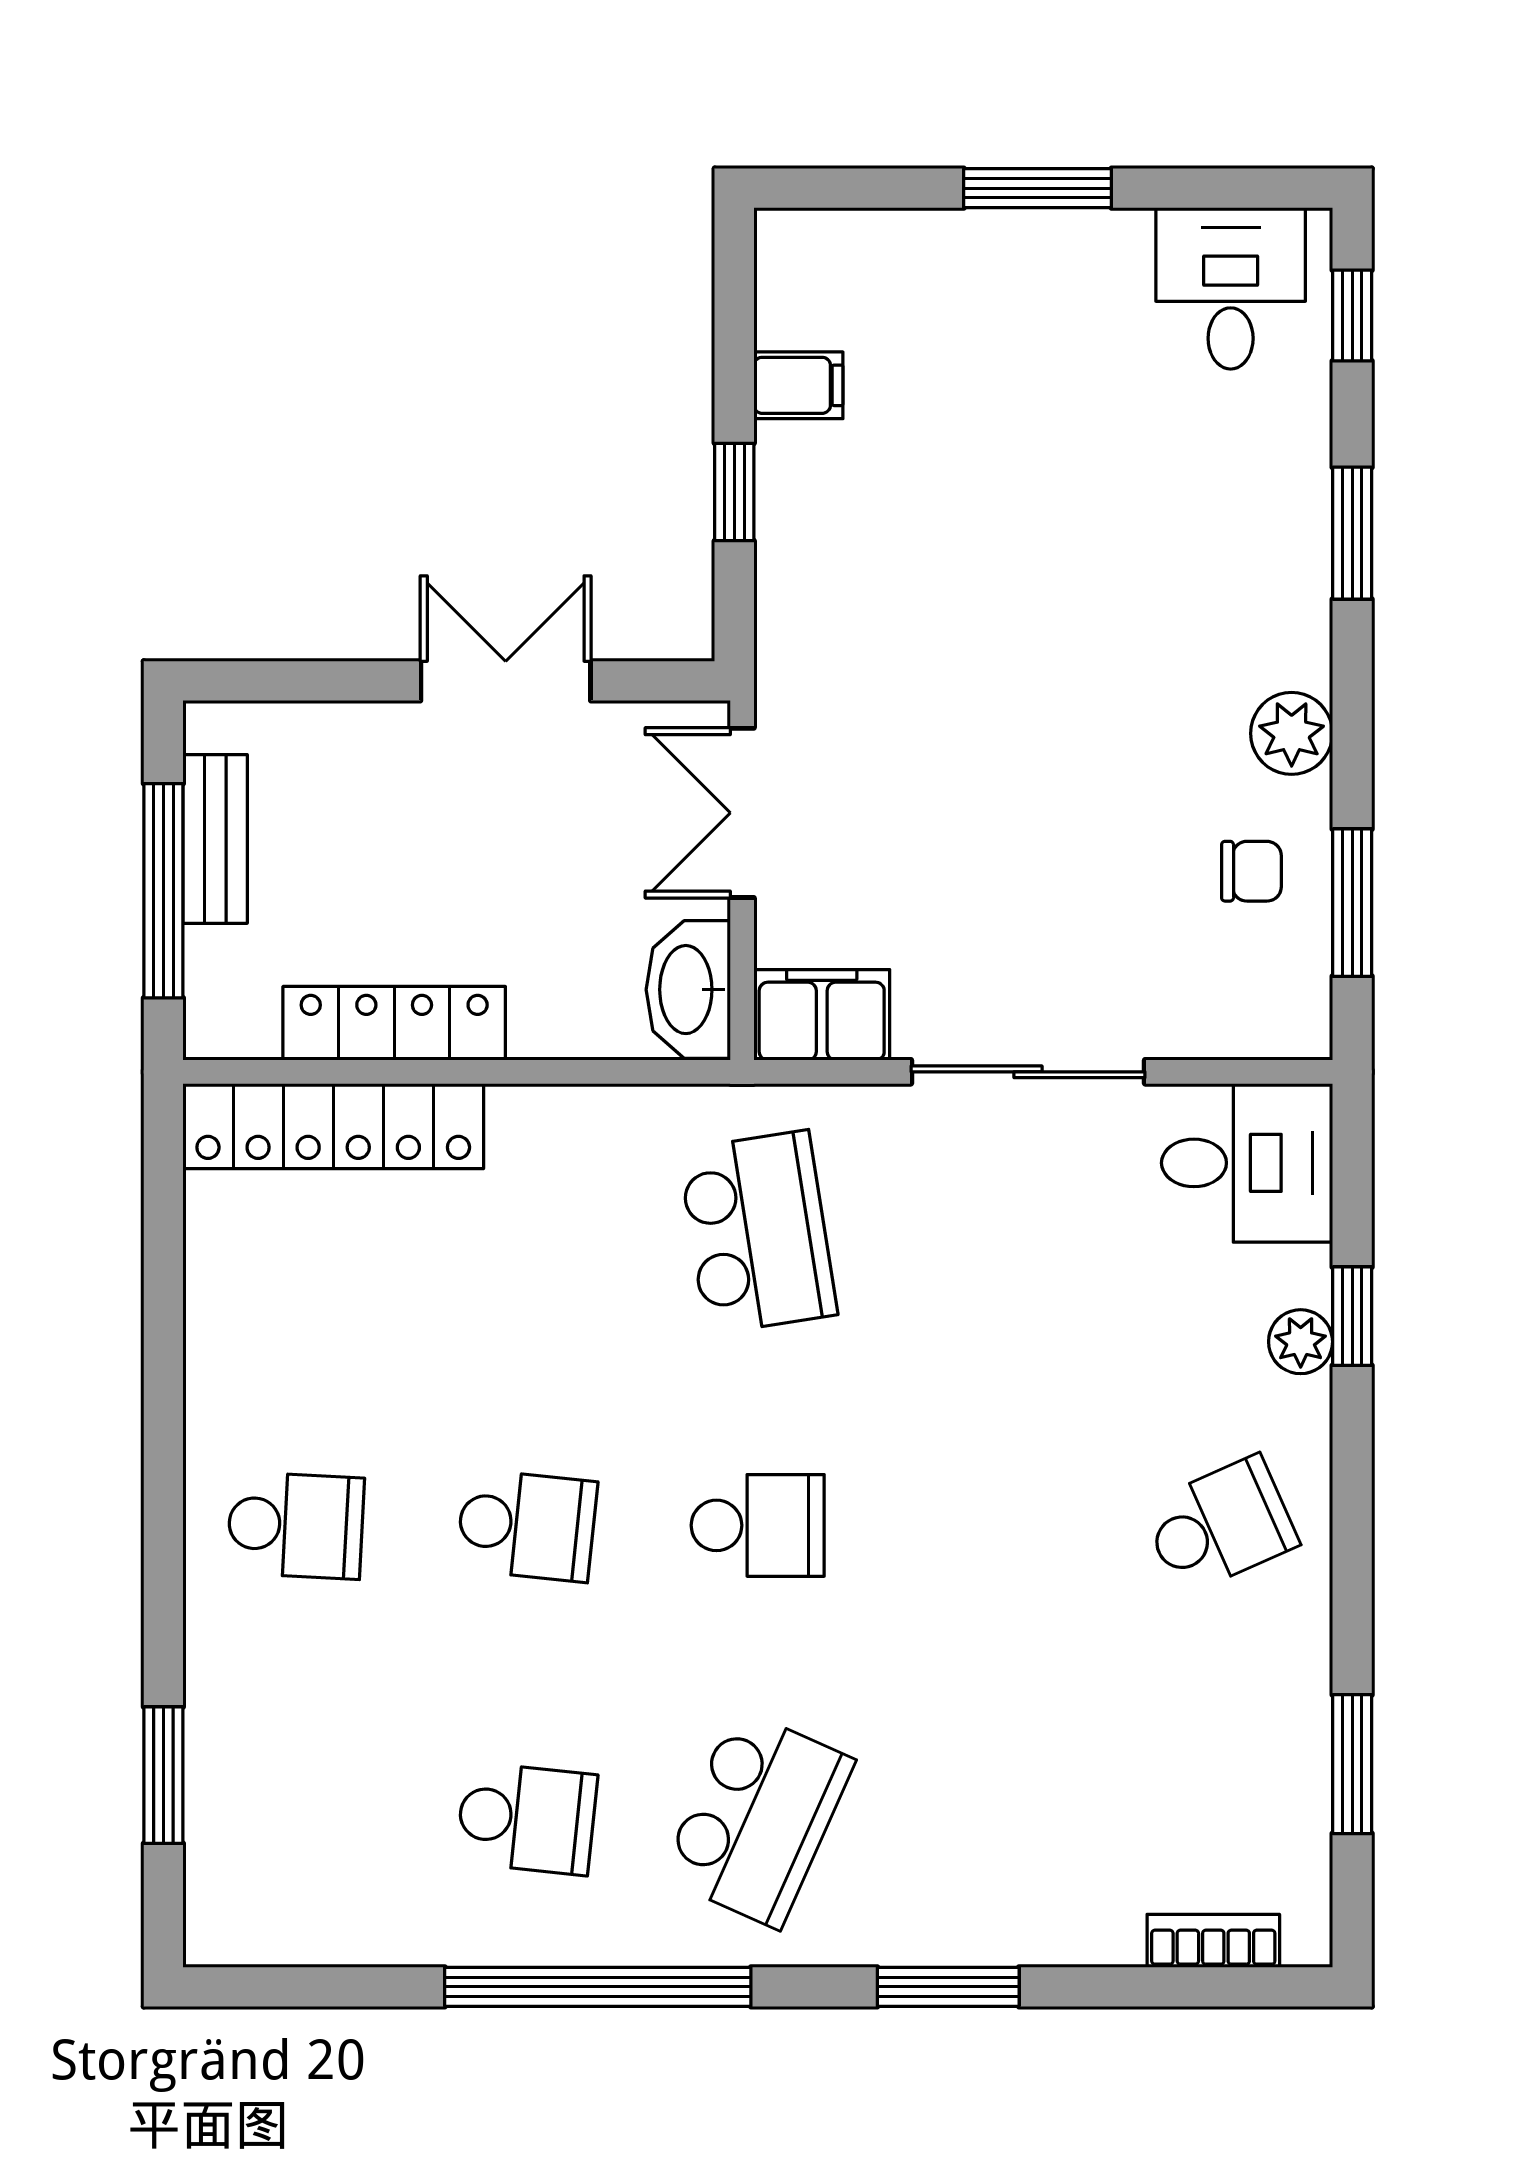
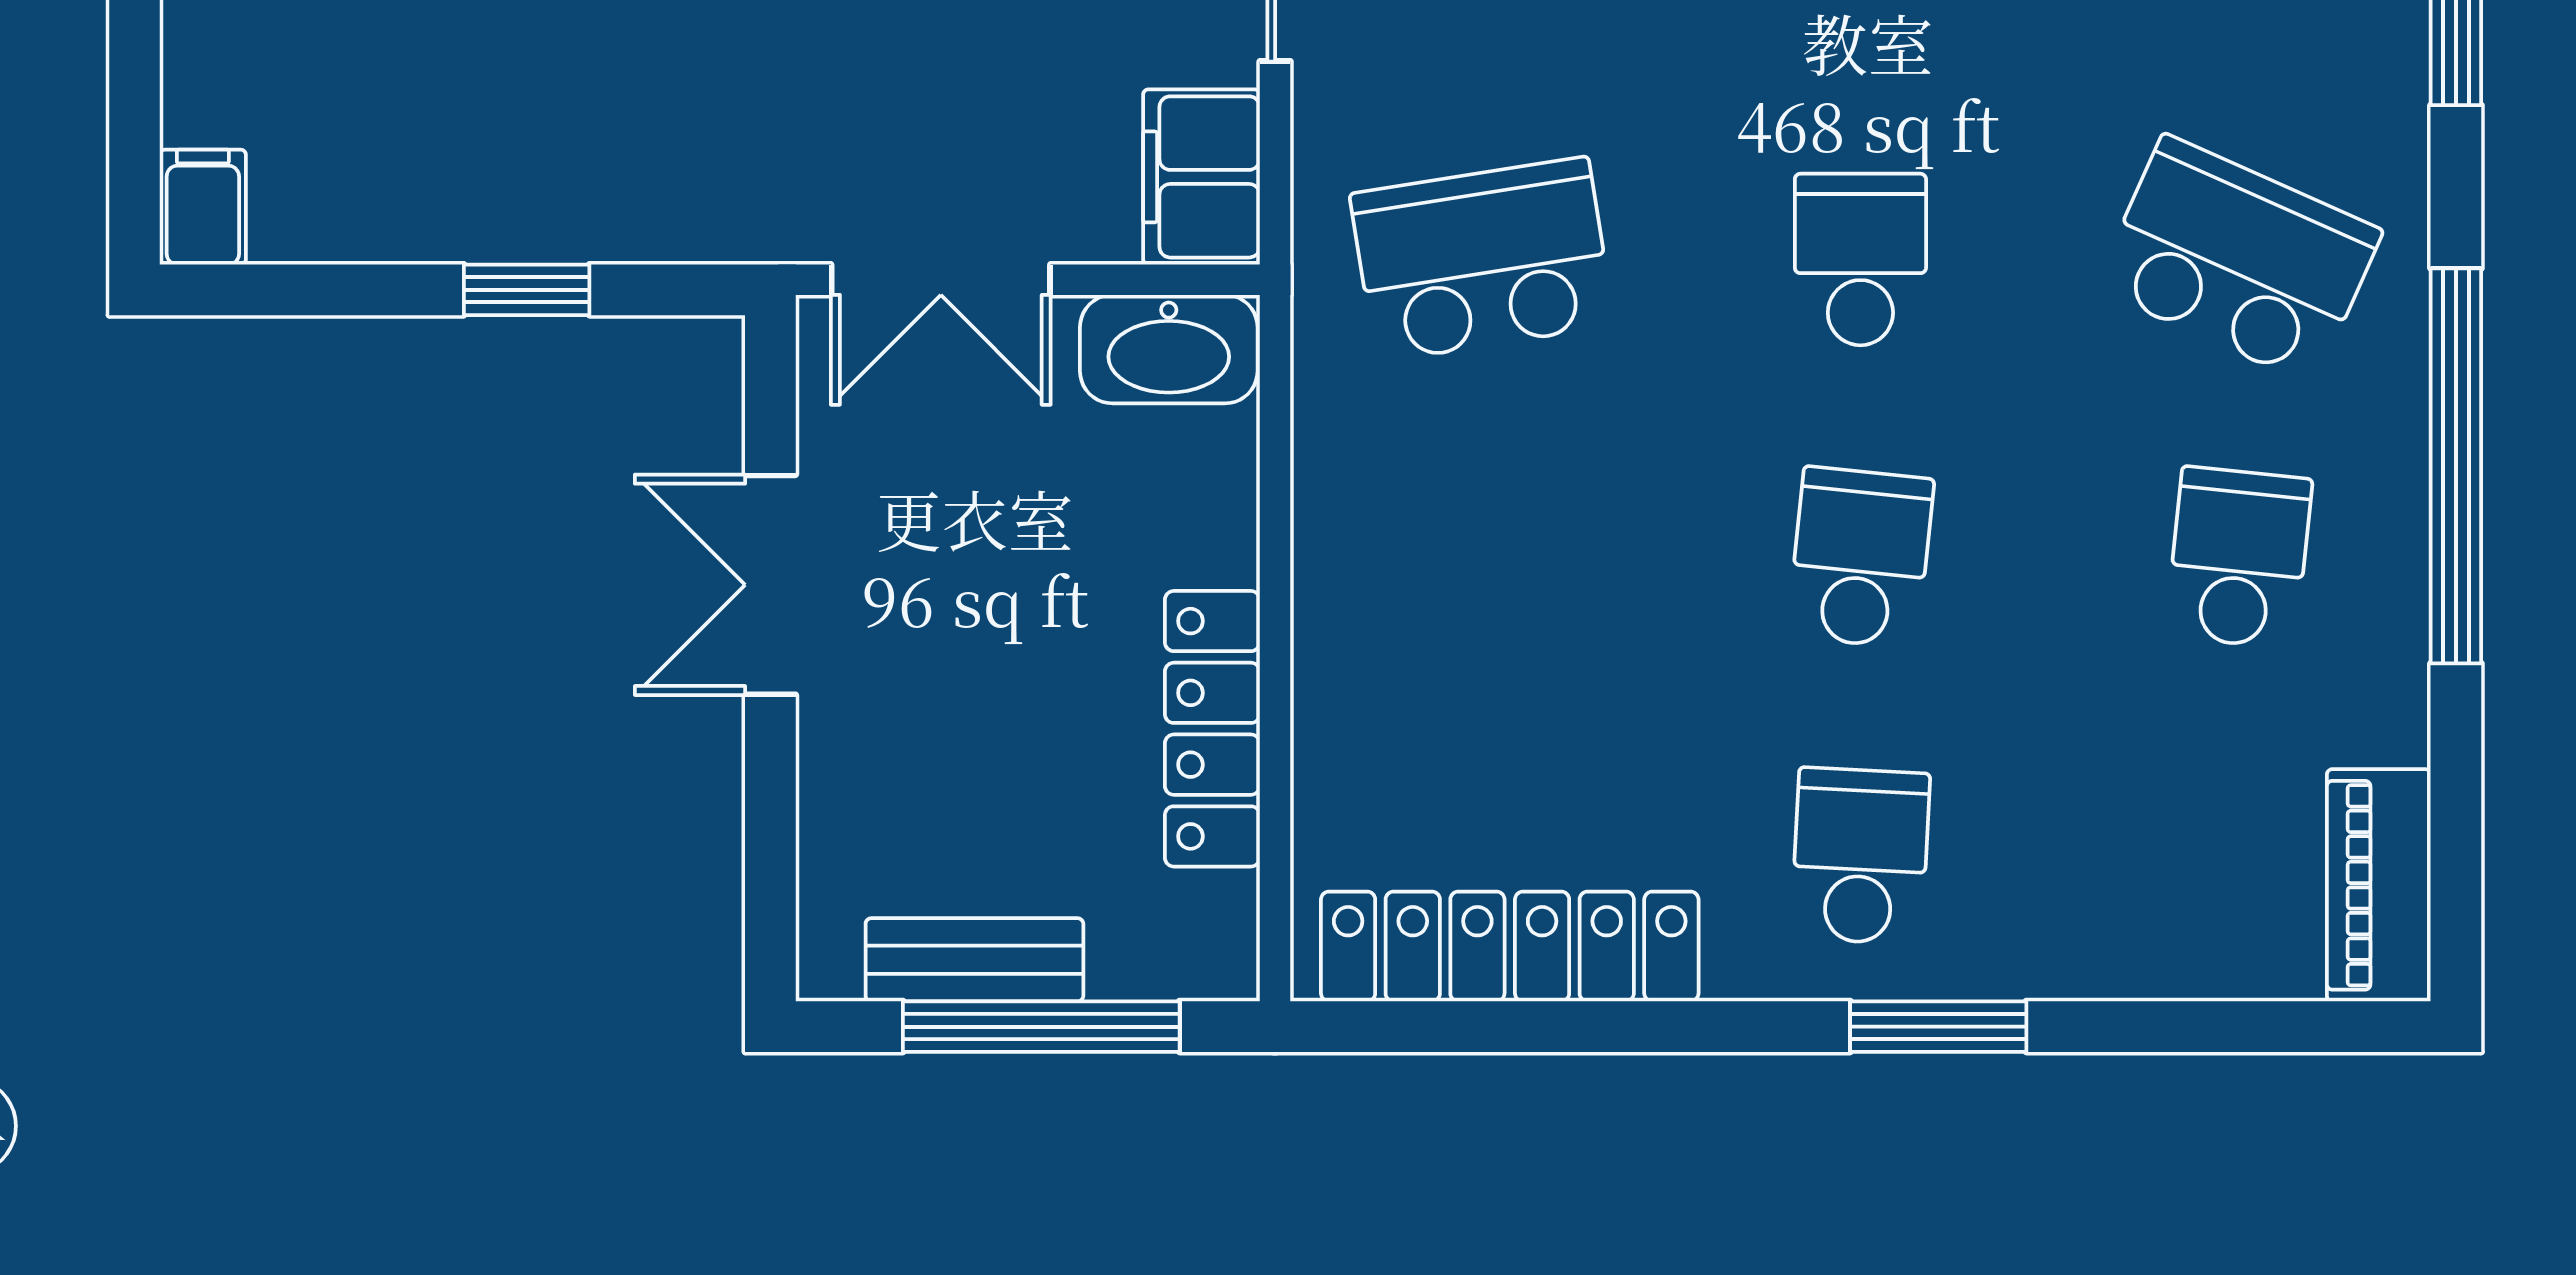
filing cabinet: (798, 385) -> (203, 207), moved
locker: (333, 1126) -> (1510, 946), moved, turned -90
window: (163, 1775) -> (1938, 1027), moved
piano: (273, 1927) -> (2379, 885), added

